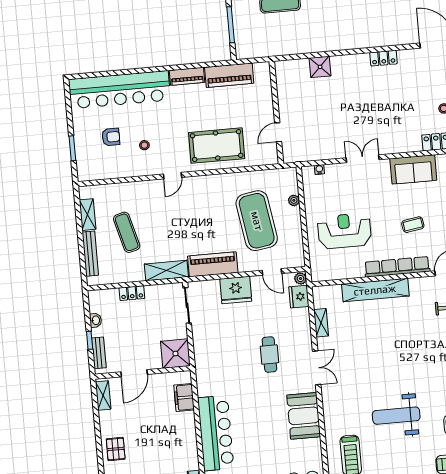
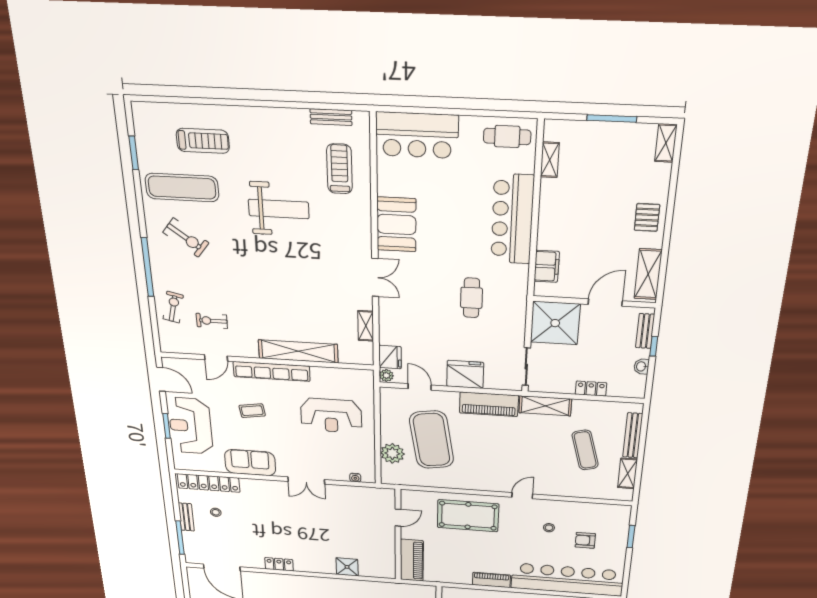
piano: (229, 75) -> (412, 560), moved, turned 90
plant: (294, 200) -> (392, 453), width x1.87, depth x1.87
shower: (175, 354) -> (555, 323), width x1.37, depth x1.37
cafe table: (269, 355) -> (471, 298), moved
double door: (317, 368) -> (375, 277), swing flipped
shelving: (103, 396) -> (648, 274), width x1.50, depth x1.33

